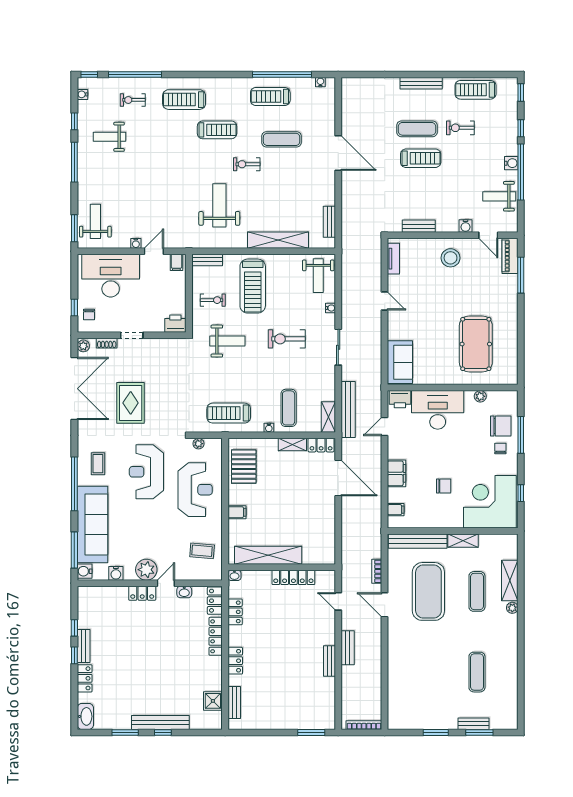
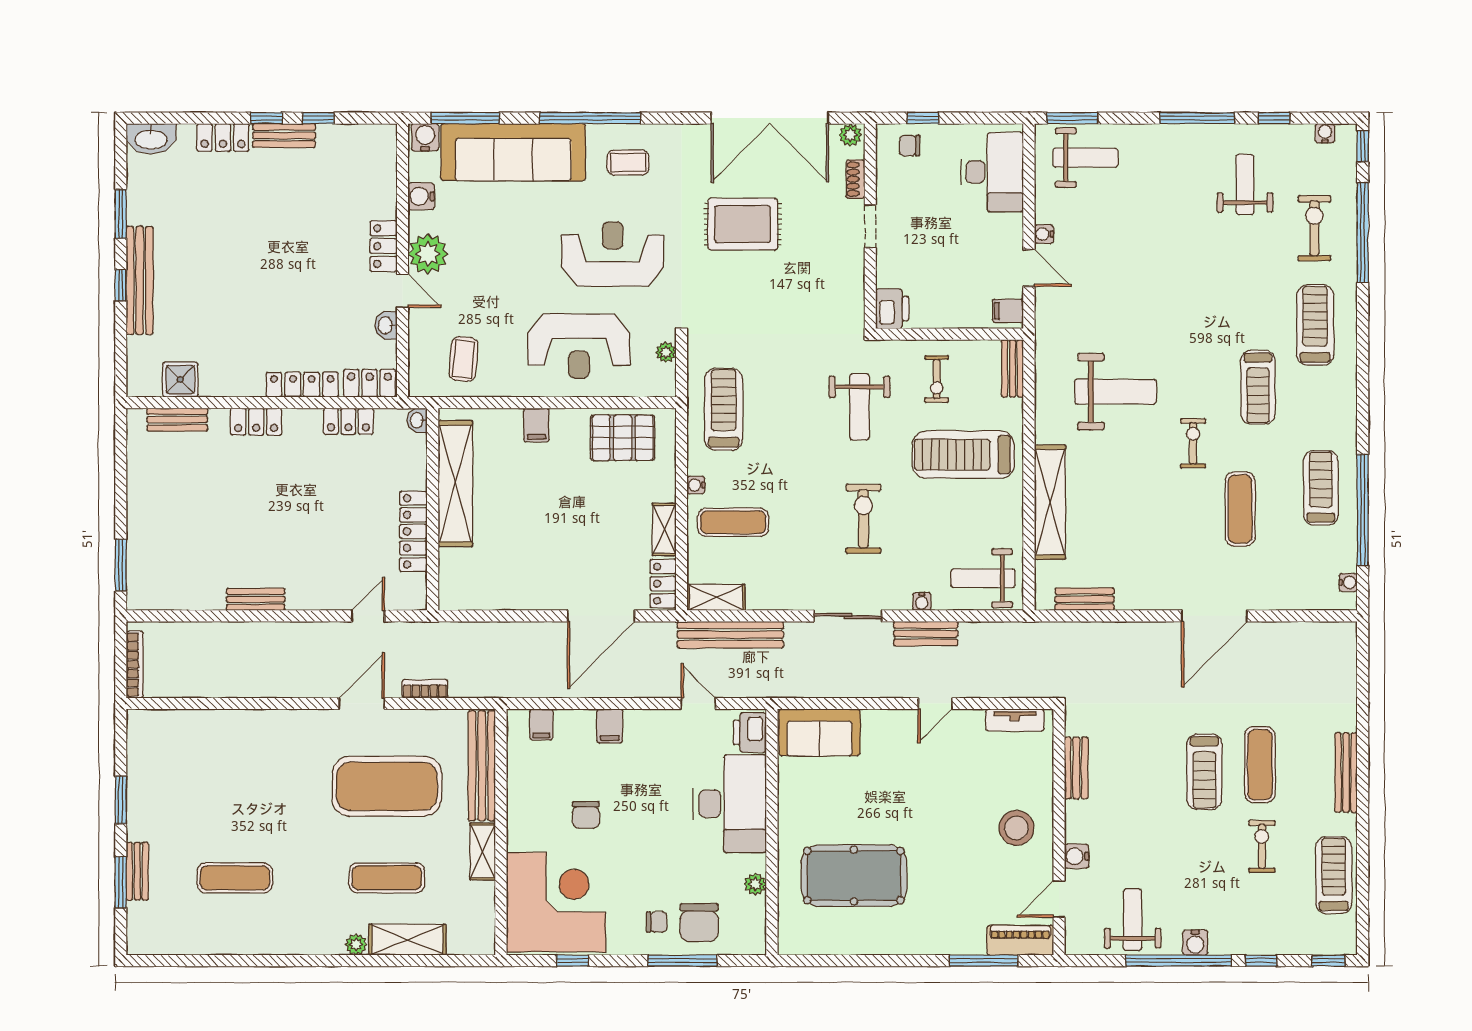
exercise bike: (133, 100) -> (1314, 228), width x1.38, depth x1.39
desk: (111, 276) -> (992, 172), width x0.73, depth x0.77
filing cabinet: (397, 473) -> (610, 726), width x0.50
bench: (348, 648) -> (926, 634), moved

